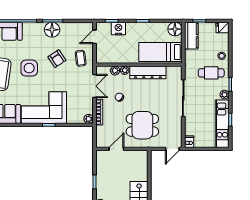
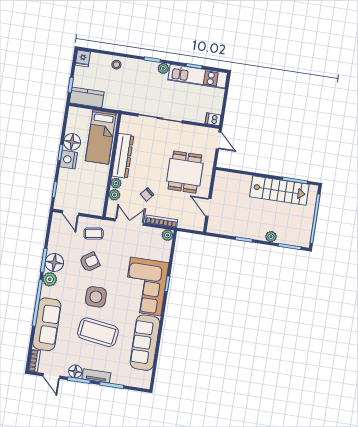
plant: (38, 28) -> (50, 279), added
nightstand: (118, 28) -> (69, 160), moved
floor lamp: (175, 29) -> (72, 142), moved
cafe table: (211, 73) -> (135, 80), removed

